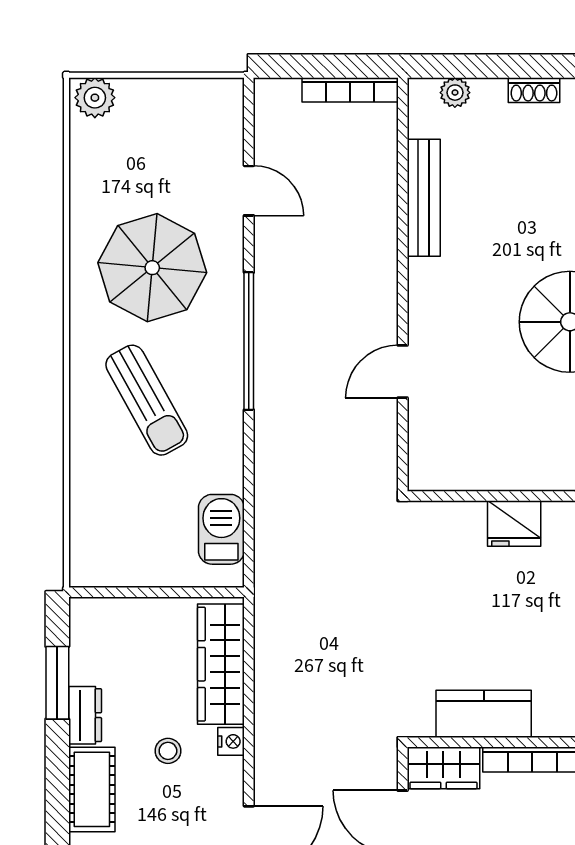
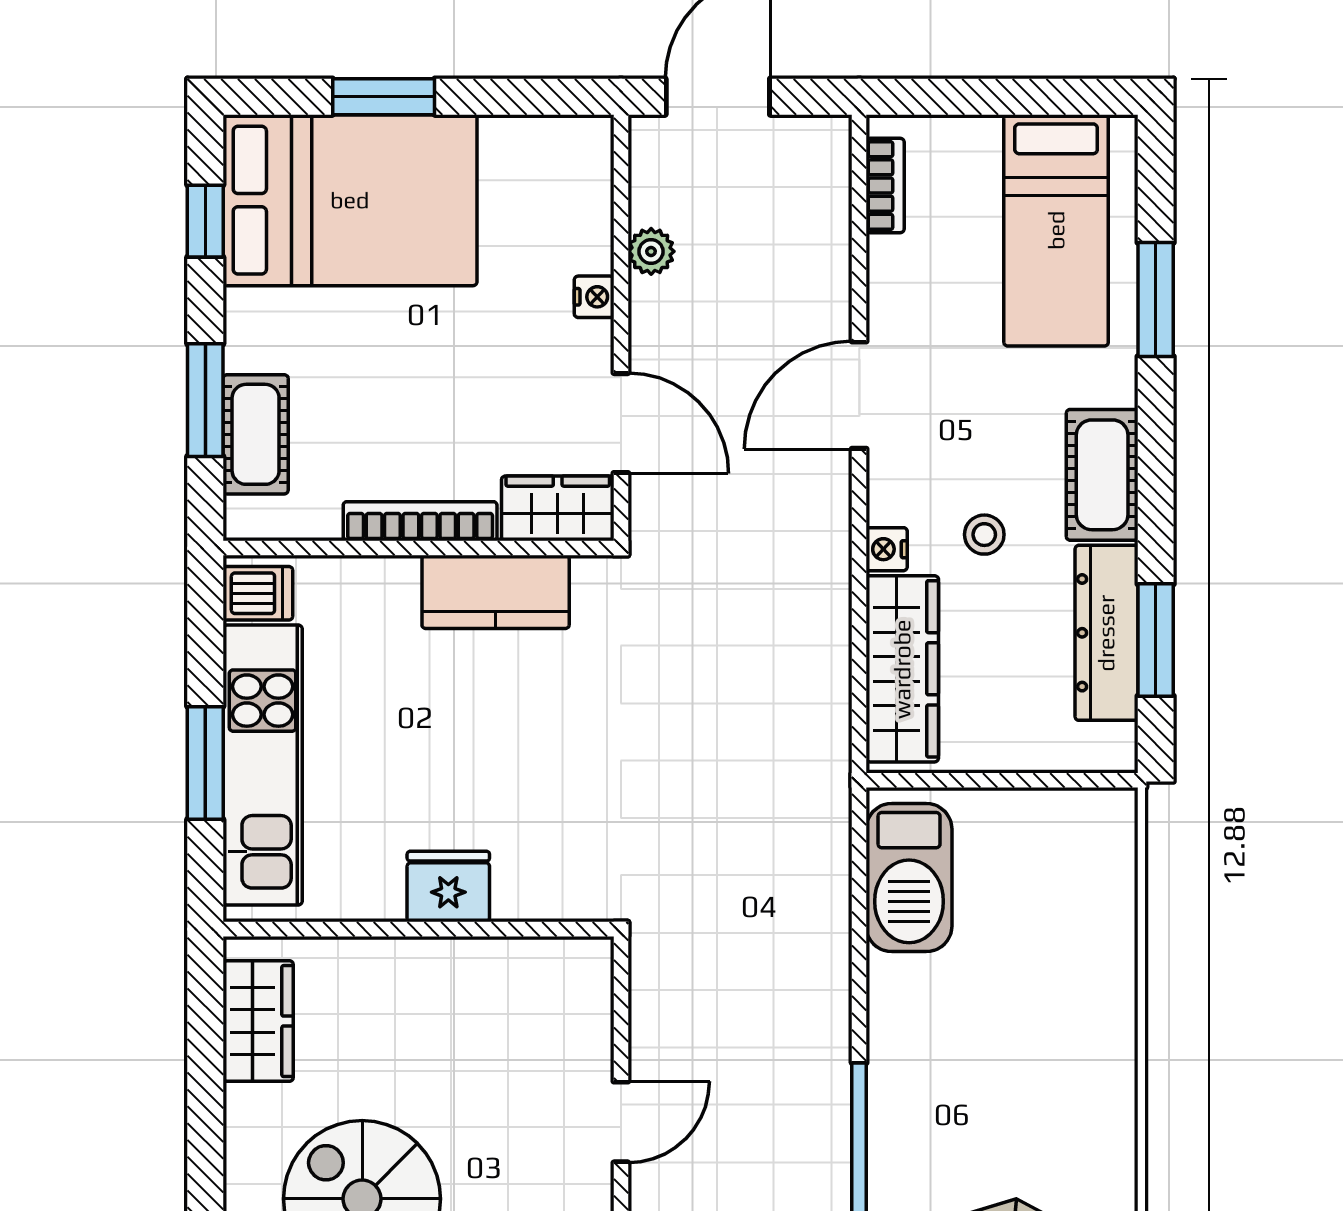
sun lounger: (147, 400) -> (1017, 1078), removed
barbecue: (221, 529) -> (909, 878), width x1.37, depth x1.21
dresser: (85, 715) -> (1106, 633), width x1.96, depth x1.24

